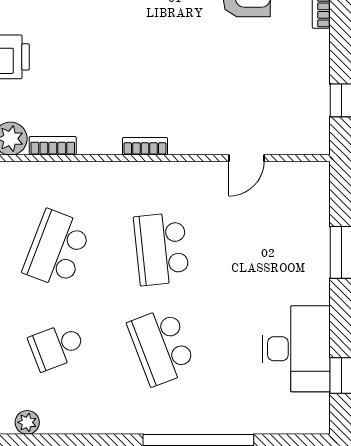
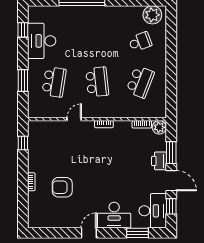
door: (246, 158) -> (74, 119), moved
school desk: (161, 346) -> (54, 82), moved, turned 30
plant: (27, 422) -> (152, 15), width x1.88, depth x1.88

